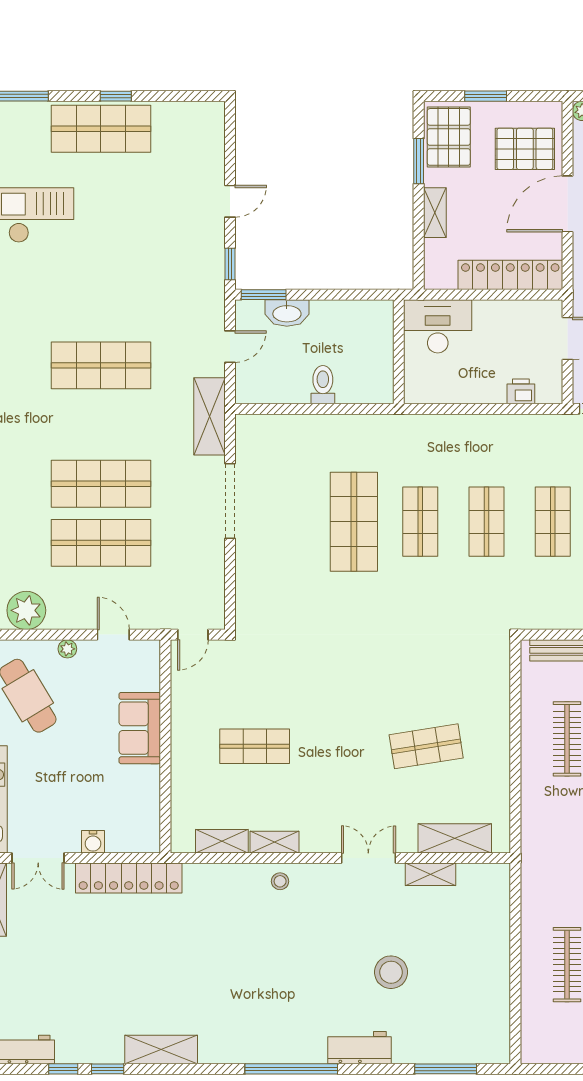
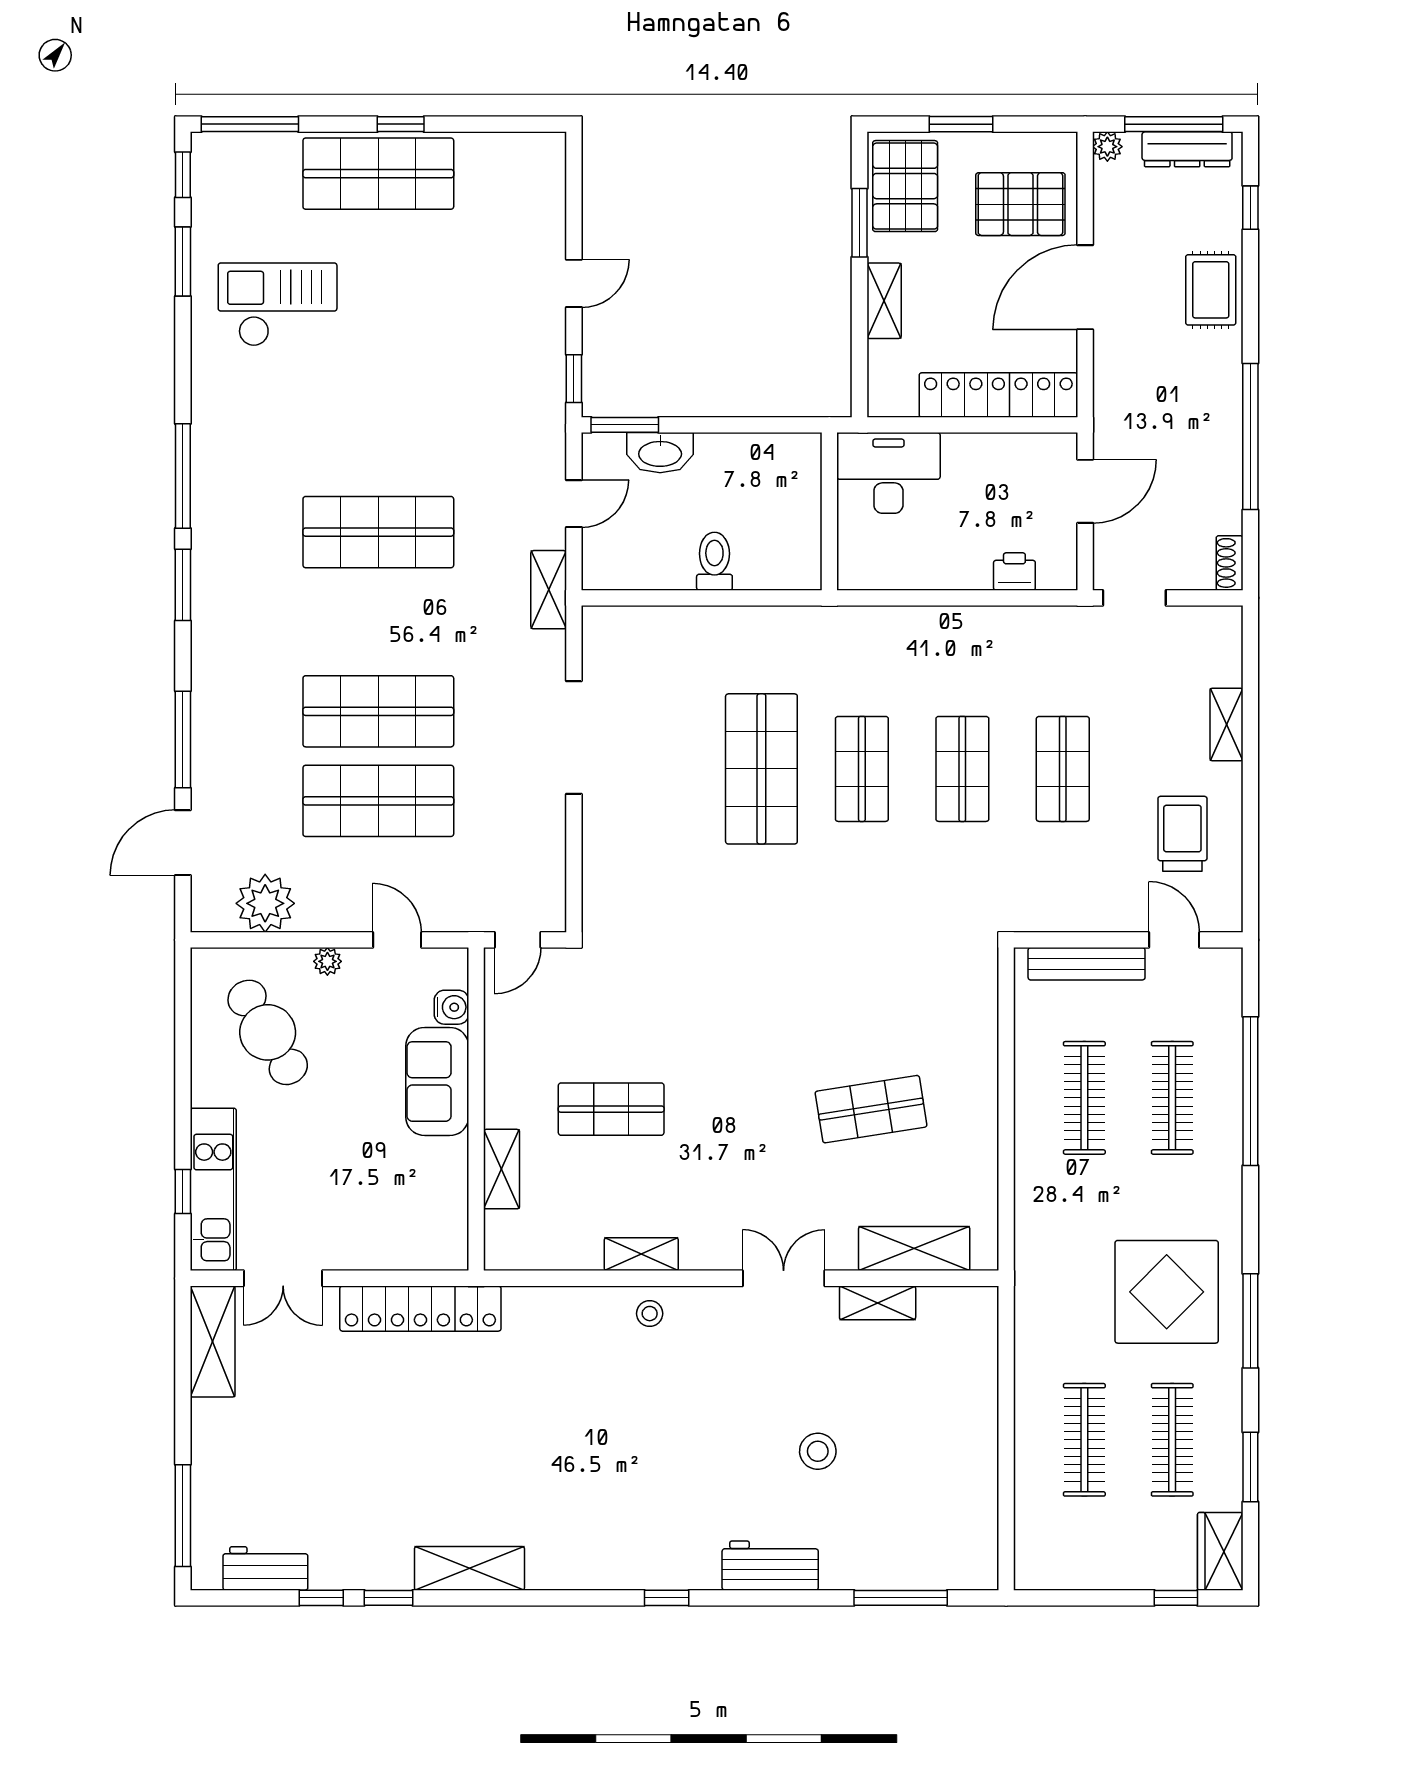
shelving: (209, 416) -> (549, 590), width x0.67, depth x0.75
shelving: (222, 841) -> (502, 1169), moved, turned 90
water cooler: (93, 842) -> (451, 1007), moved, turned -90
stool: (391, 972) -> (818, 1451), width x0.73, depth x0.73
window: (291, 1069) -> (667, 1598), width x0.32

